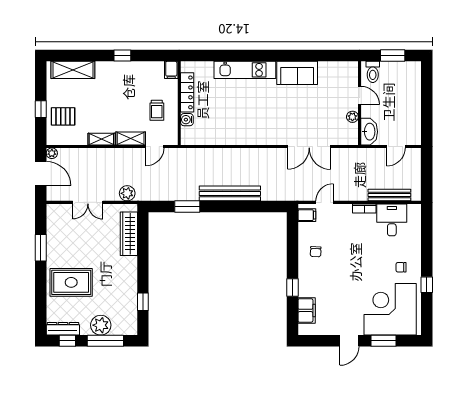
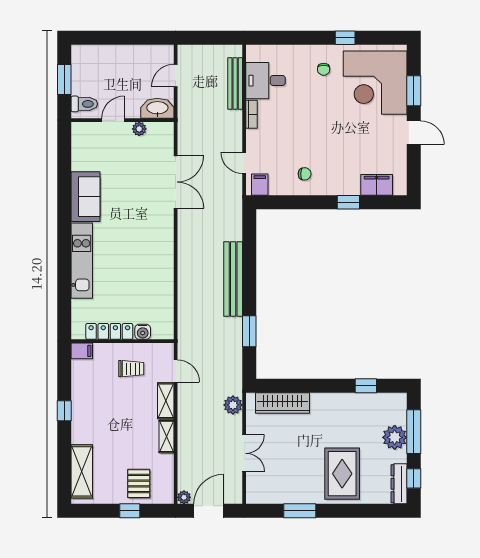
door: (396, 146) -> (176, 76), swing flipped

